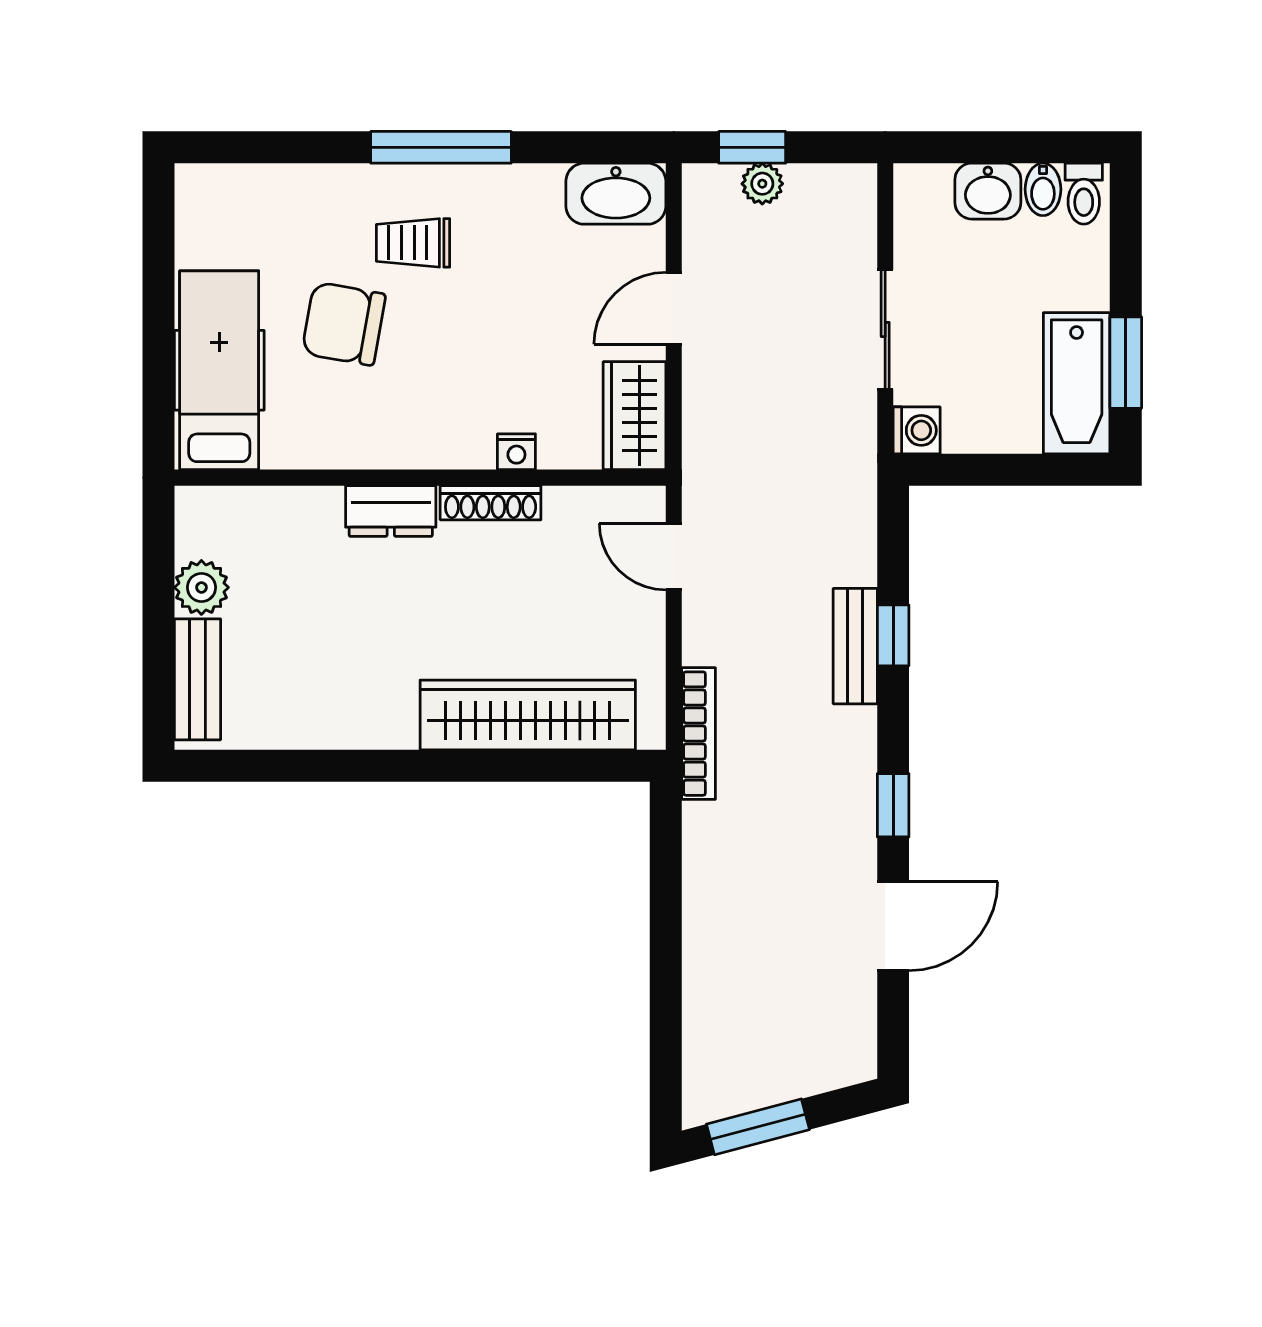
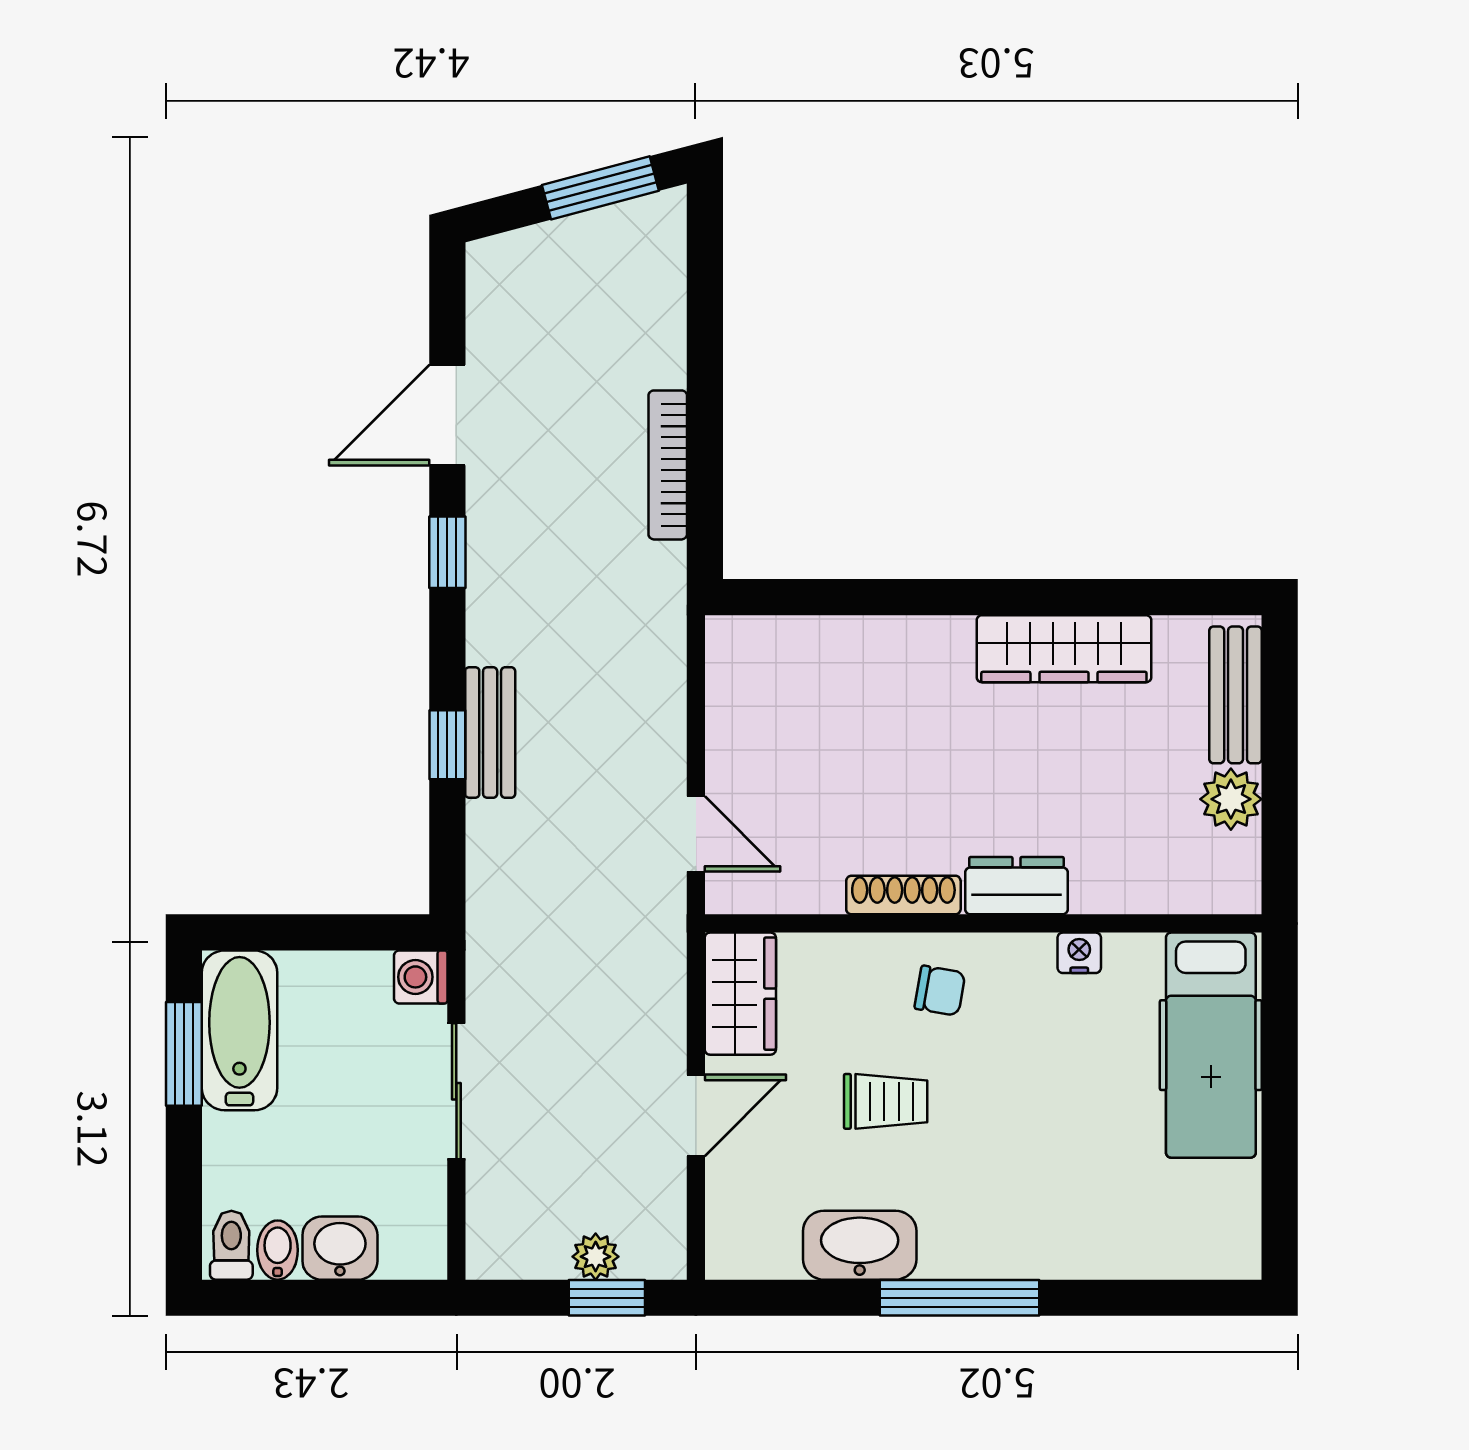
washbasin: (616, 194) -> (860, 1245), moved
trolley: (413, 243) -> (886, 1101), moved
chair: (344, 324) -> (940, 991), moved, width x0.54, depth x0.54
nightstand: (516, 452) -> (1079, 953), moved
wardrobe: (528, 715) -> (1064, 649), moved, width x0.71, depth x0.85
bookcase: (699, 734) -> (668, 465), moved

